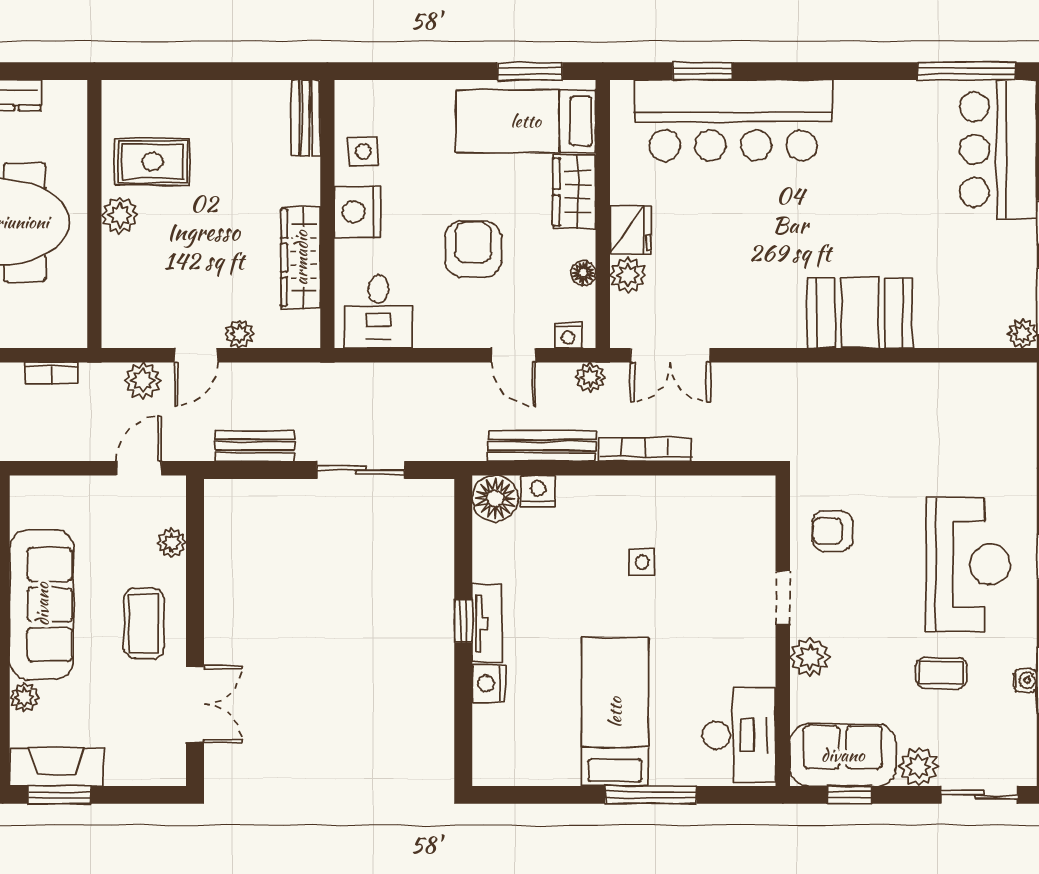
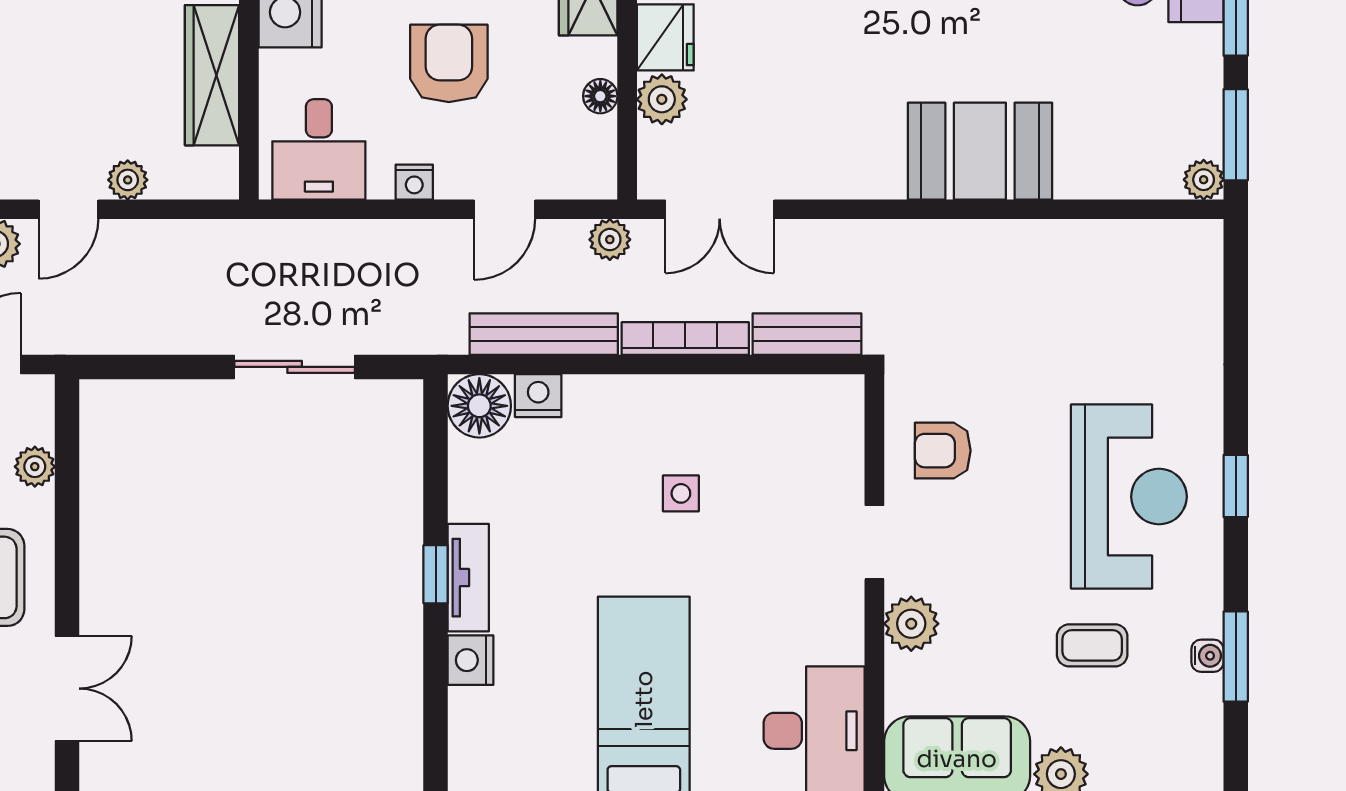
nightstand: (568, 336) -> (414, 182), moved
door: (514, 355) -> (505, 209), hinge flipped
bench: (255, 446) -> (807, 334), moved

